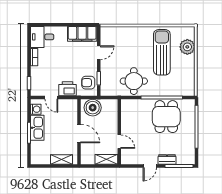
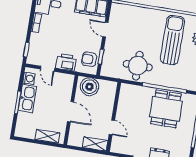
door: (99, 53) -> (105, 30), swing flipped

